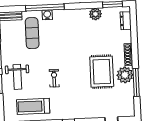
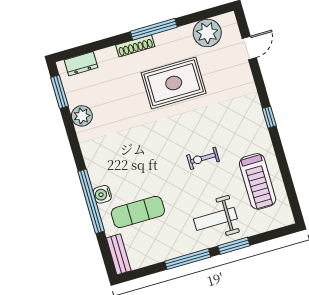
plant: (125, 75) -> (207, 33), moved
weight bench: (17, 77) -> (215, 219), turned 180
window: (136, 82) -> (154, 29), moved

